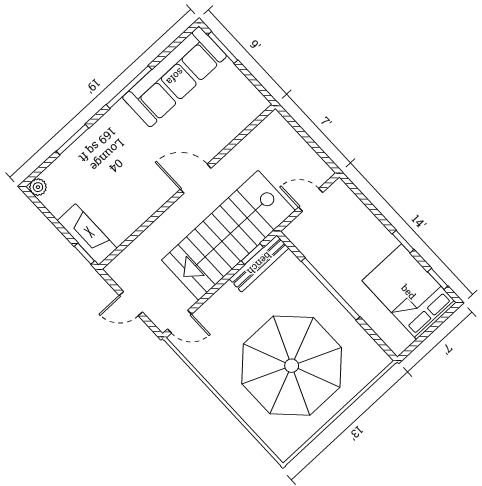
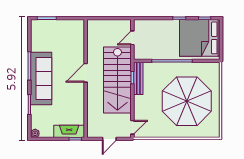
sofa: (175, 77) -> (41, 78), moved
bed: (409, 292) -> (200, 38), width x1.36

